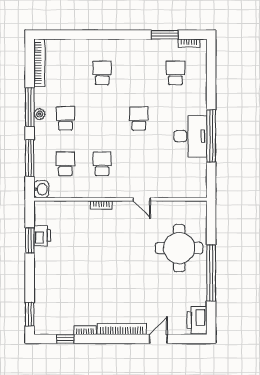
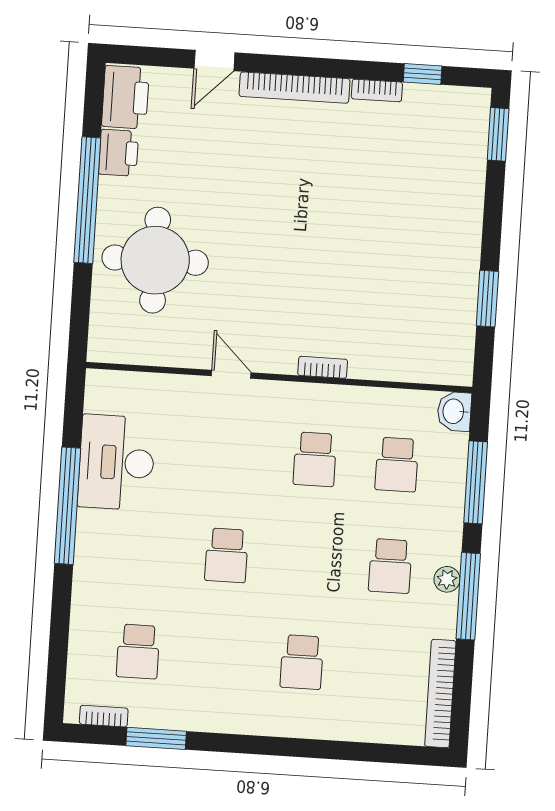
desk: (191, 136) -> (116, 462), moved
printer: (42, 236) -> (119, 153), moved, turned 180

